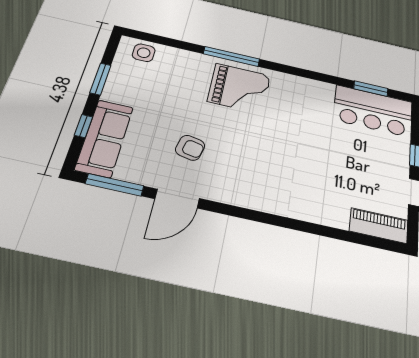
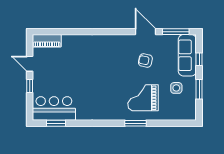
side table: (144, 53) -> (176, 88), moved
window: (231, 56) -> (136, 123), width x0.69
grand piano: (239, 88) -> (143, 98), moved
door: (177, 199) -> (146, 32), hinge flipped

